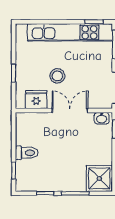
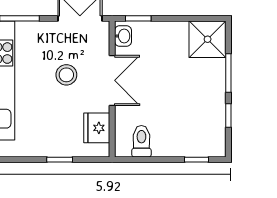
stool: (57, 76) -> (66, 75), moved
double door: (70, 110) -> (112, 80), swing flipped
toilet: (27, 153) -> (141, 141), moved

